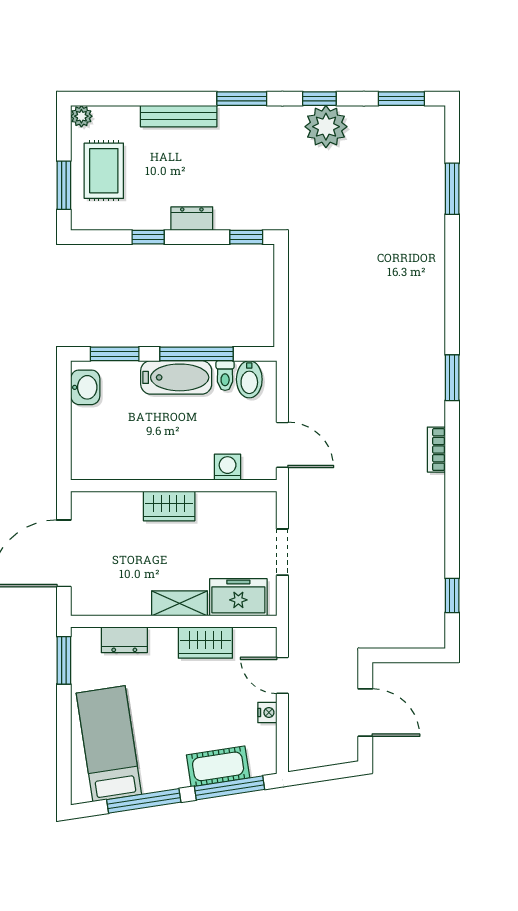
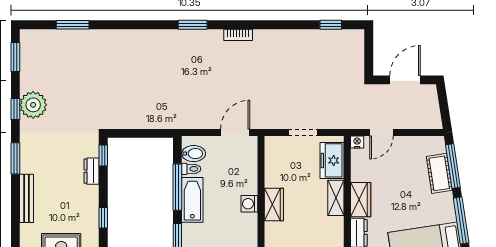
dresser: (192, 219) -> (92, 171), moved
washing machine: (228, 467) -> (249, 204), moved
wardrobe: (205, 643) -> (361, 200), moved
nightstand: (267, 713) -> (357, 142), moved

